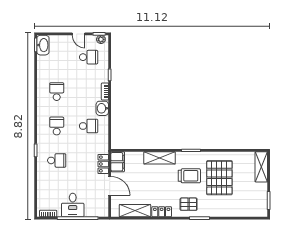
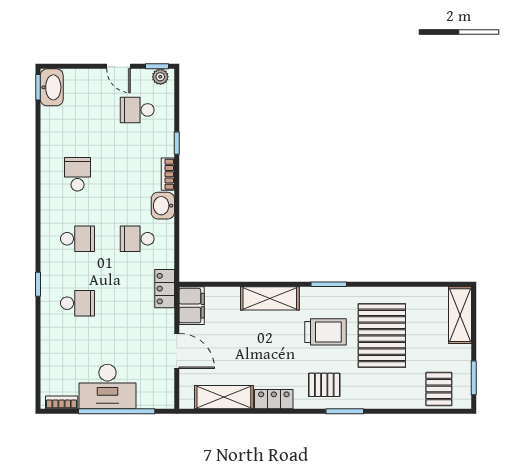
school desk: (89, 57) -> (137, 110), turned 180
school desk: (57, 126) -> (77, 239), turned 90
school desk: (89, 126) -> (137, 239), turned 180
locker: (103, 164) -> (165, 289), moved
desk: (73, 205) -> (107, 386), width x1.37
pallet: (250, 206) -> (439, 389), added

